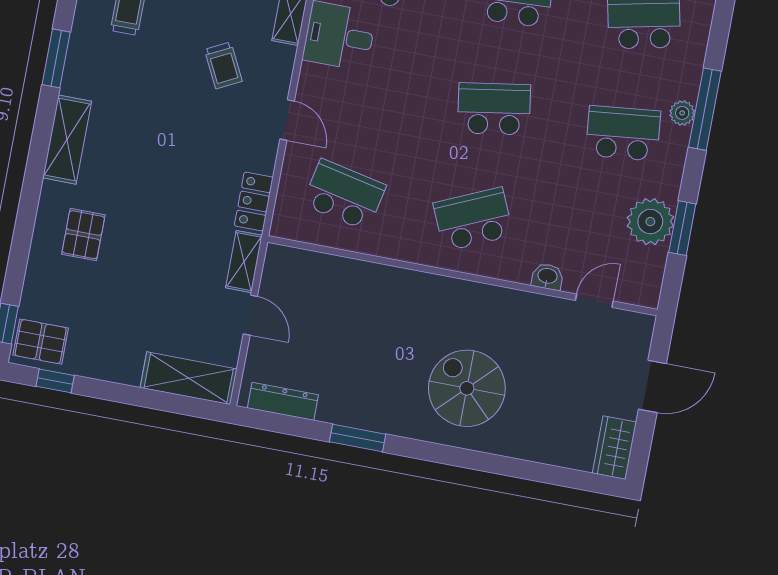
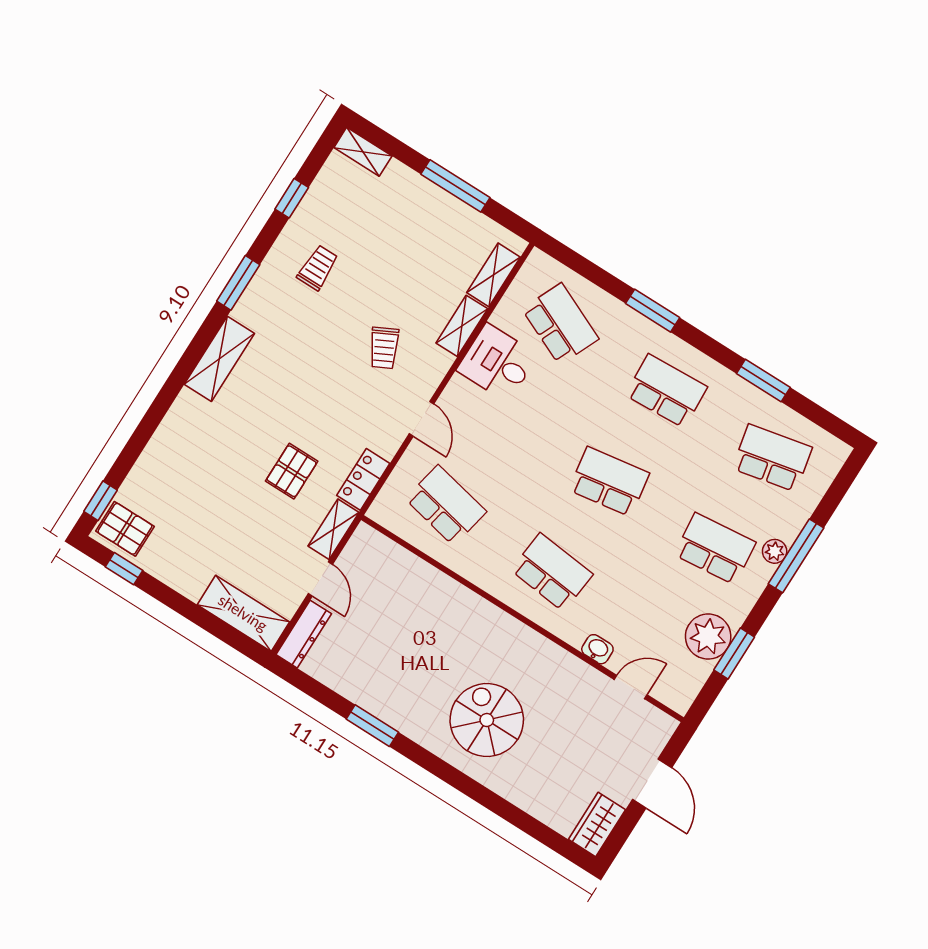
school desk: (473, 219) -> (552, 572), turned 30
pallet: (83, 235) -> (292, 471), moved
door: (652, 386) -> (652, 784), hinge flipped
dresser: (283, 401) -> (304, 634), moved, turned 90

